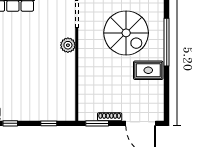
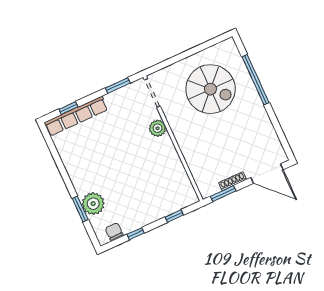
rug: (148, 70) -> (250, 116), removed

